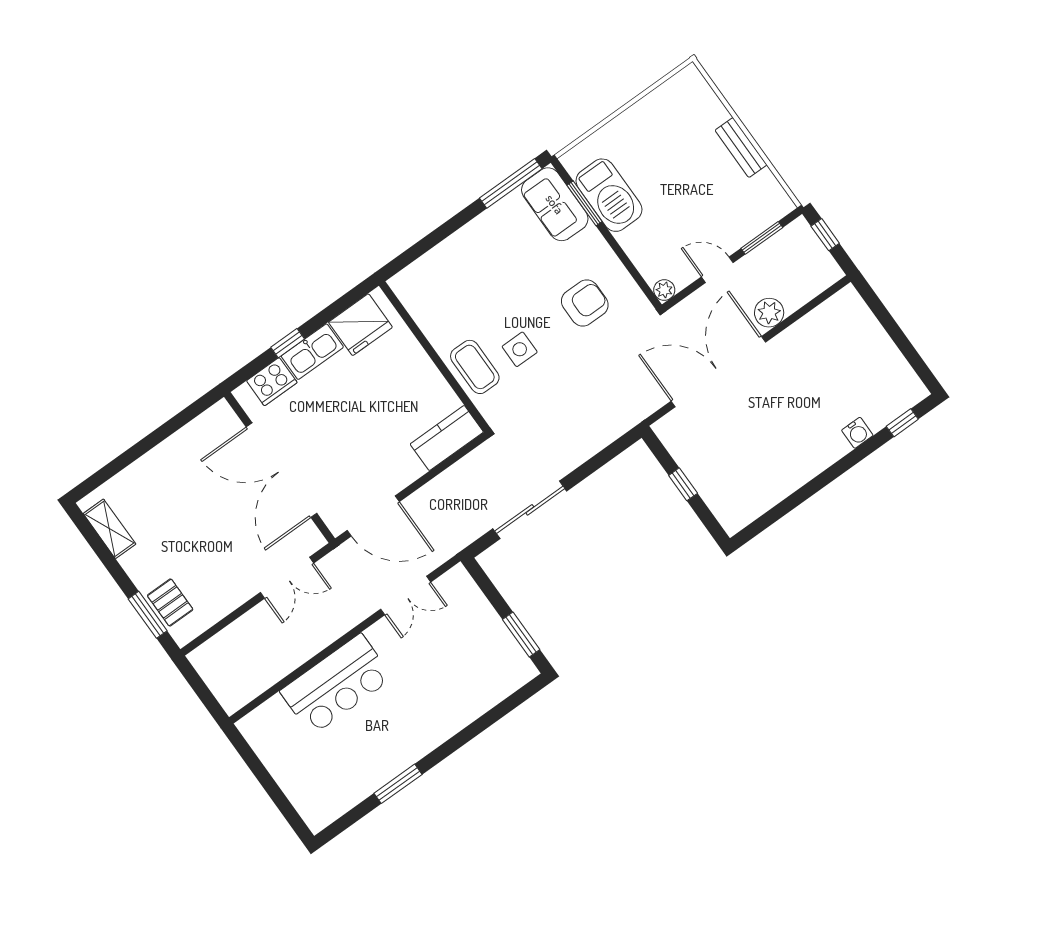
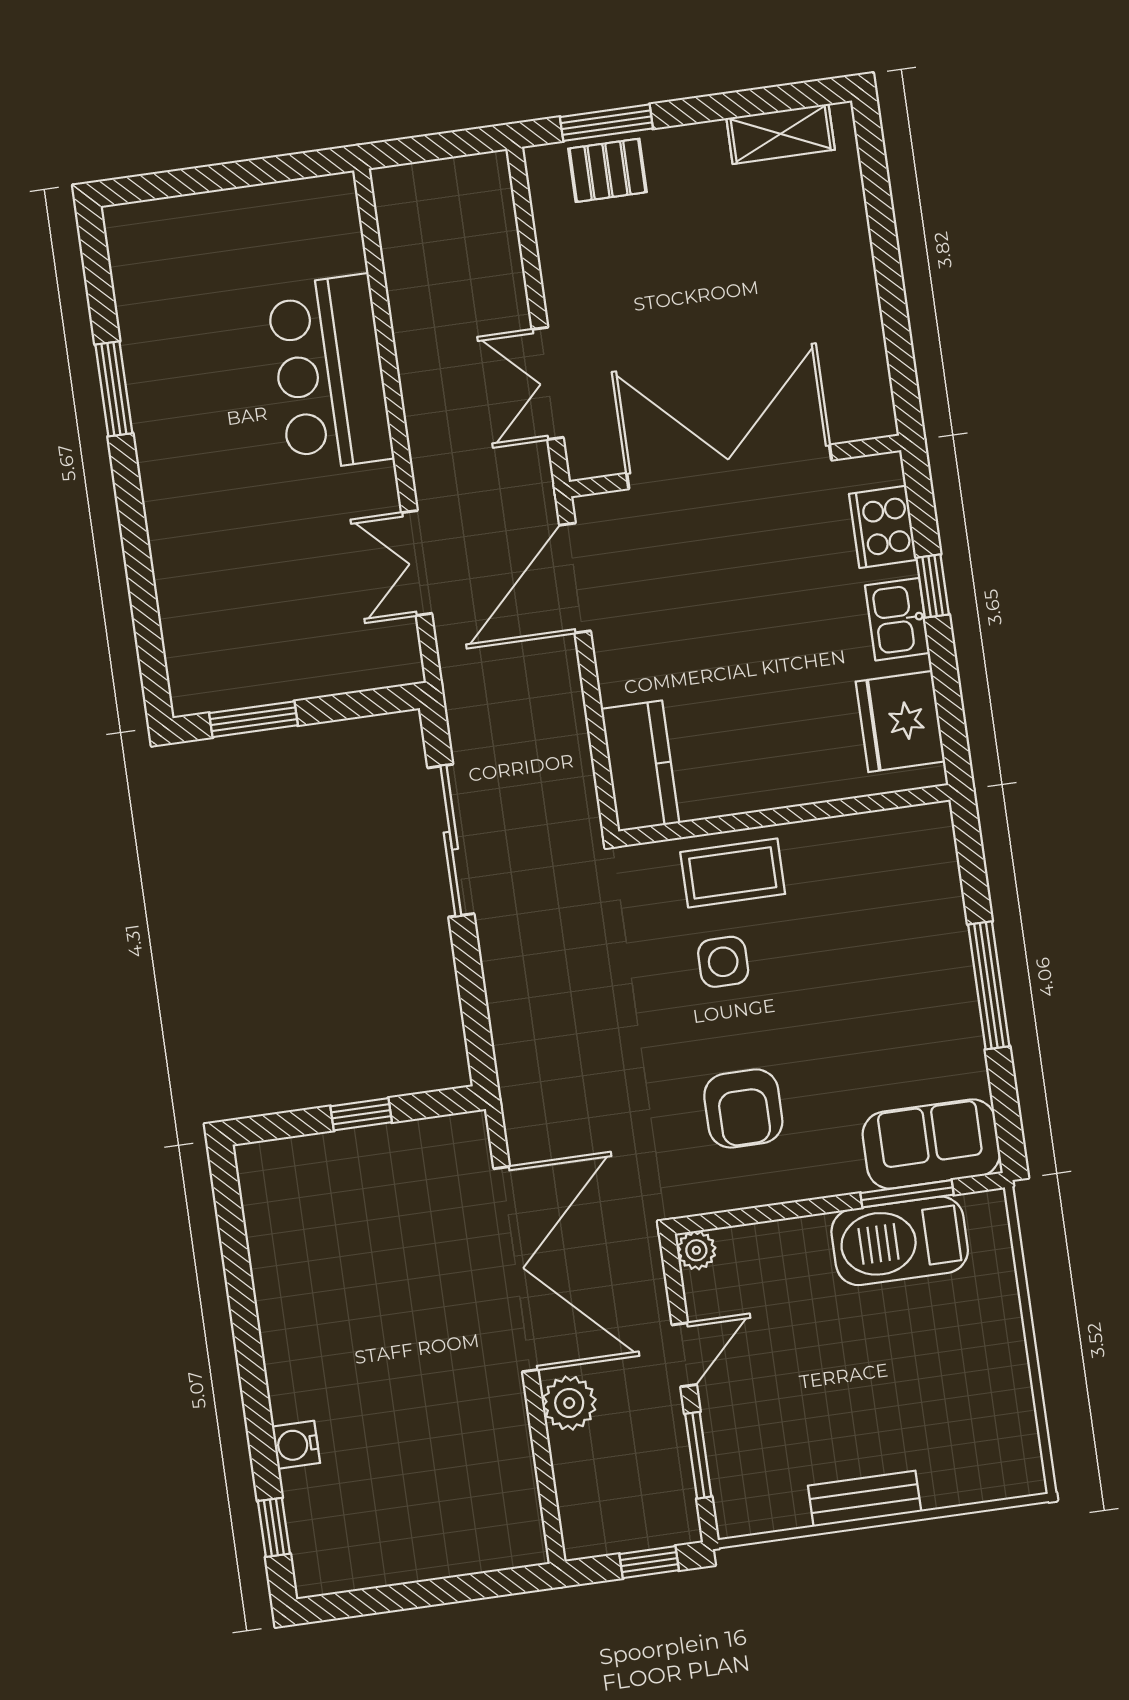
window: (511, 183) -> (989, 985), moved
kitchen sink: (312, 352) -> (897, 619), width x0.73

